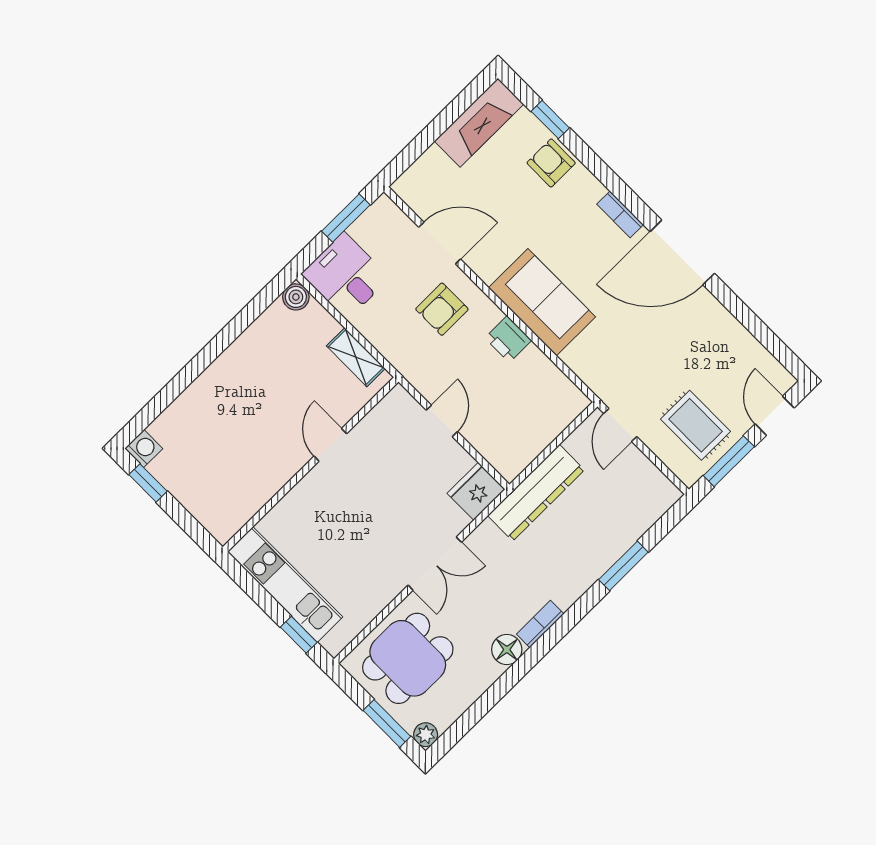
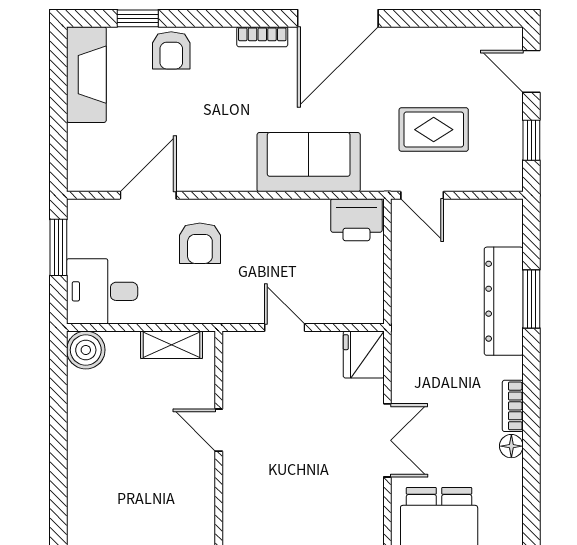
armchair: (551, 163) -> (171, 50), turned -90
boiler: (296, 297) -> (86, 350), width x1.36, depth x1.36
sofa: (542, 302) -> (309, 162), moved
printer: (508, 339) -> (356, 220), moved, width x1.36, depth x1.24
rug: (696, 425) -> (434, 130), moved
window: (729, 461) -> (531, 140), width x0.67
dresser: (536, 493) -> (504, 301), moved, turned 180
floor lamp: (507, 650) -> (511, 446), width x0.73, depth x0.73

